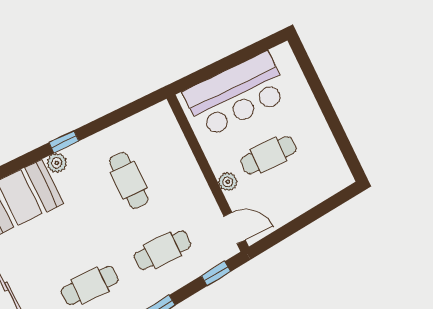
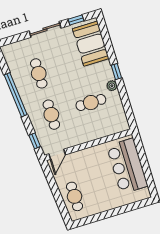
cafe table: (268, 155) -> (75, 196), moved
plant: (57, 163) -> (112, 86), moved
plant: (228, 182) -> (82, 154), removed

